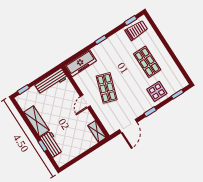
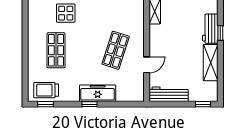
freezer: (81, 63) -> (98, 93), moved
door: (85, 101) -> (147, 65), moved

